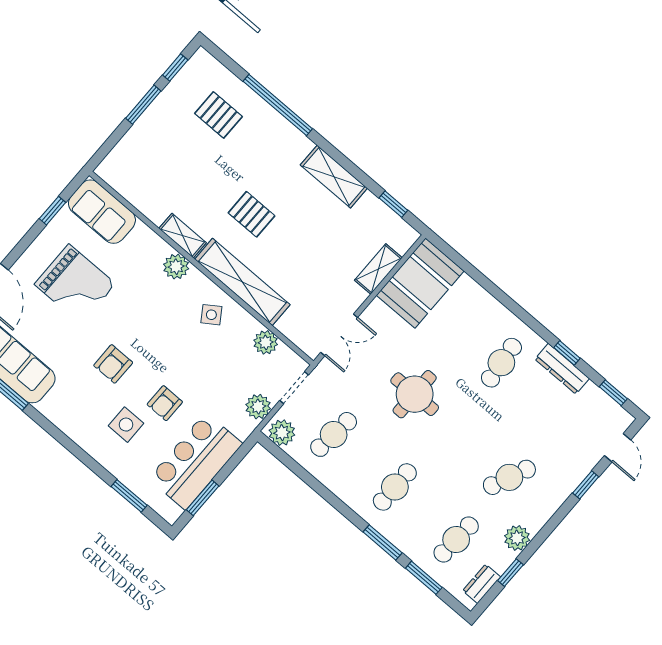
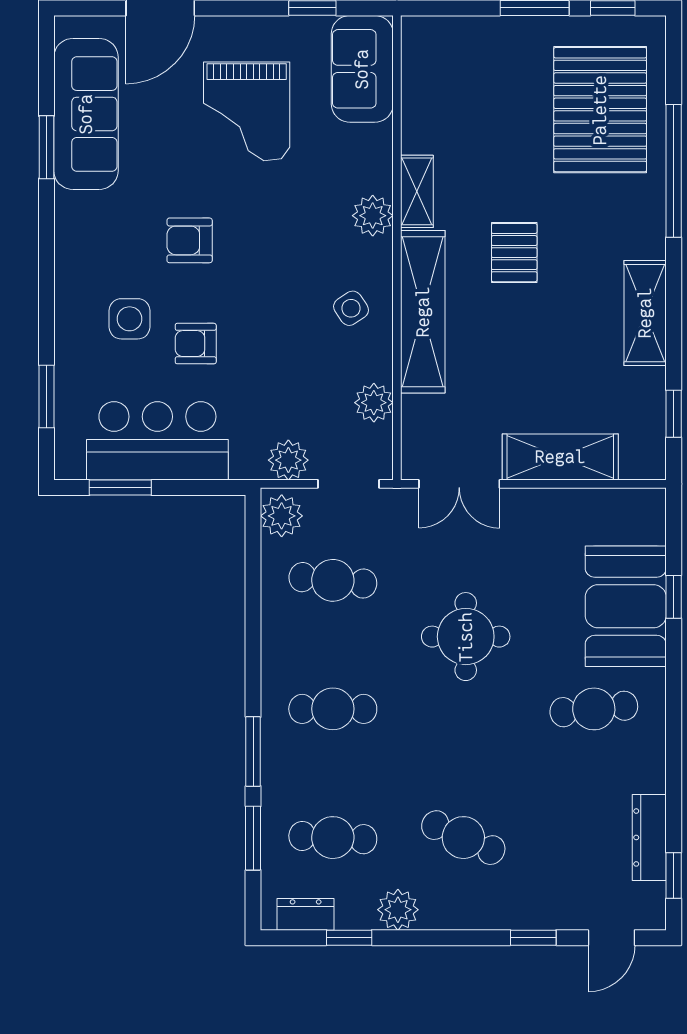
pallet: (218, 115) -> (600, 110), width x2.05, depth x2.00
shelving: (378, 269) -> (560, 457), width x1.50, depth x1.33
booth: (420, 283) -> (626, 606), moved, turned 90
window: (567, 353) -> (674, 597), moved
dresser: (562, 369) -> (649, 837), moved

